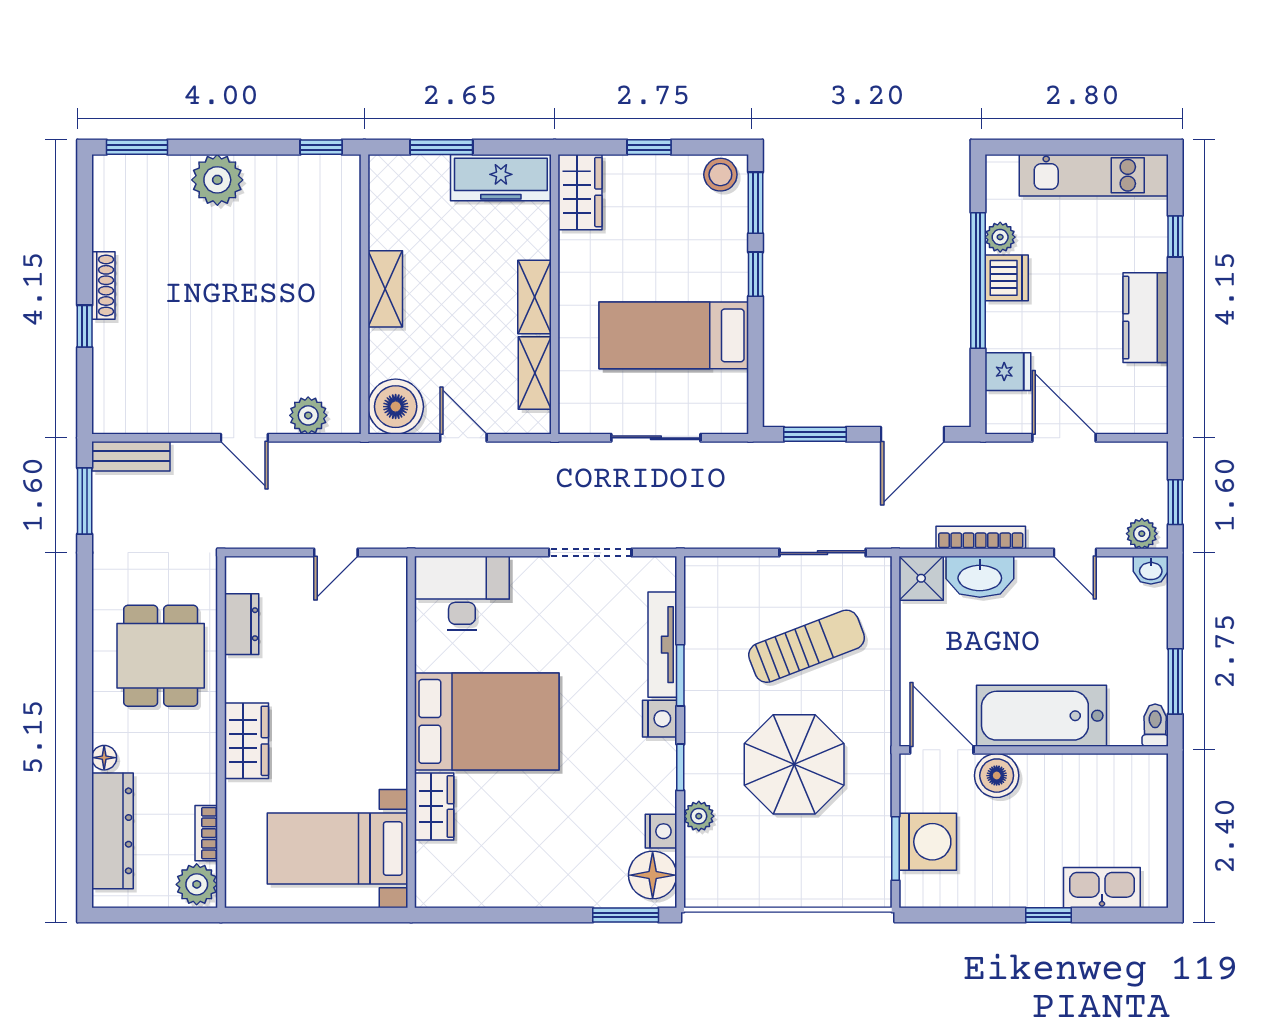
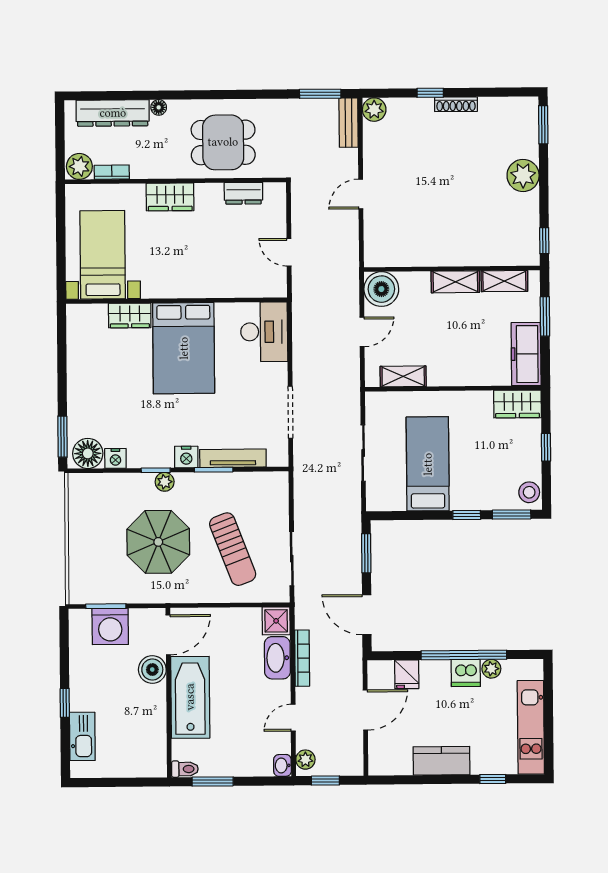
shelving: (534, 297) -> (504, 281), moved
plant: (308, 415) -> (374, 110), moved
plant: (699, 816) -> (165, 482), moved

